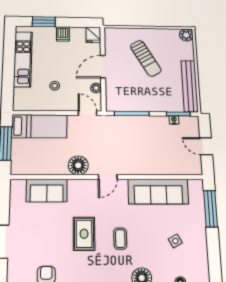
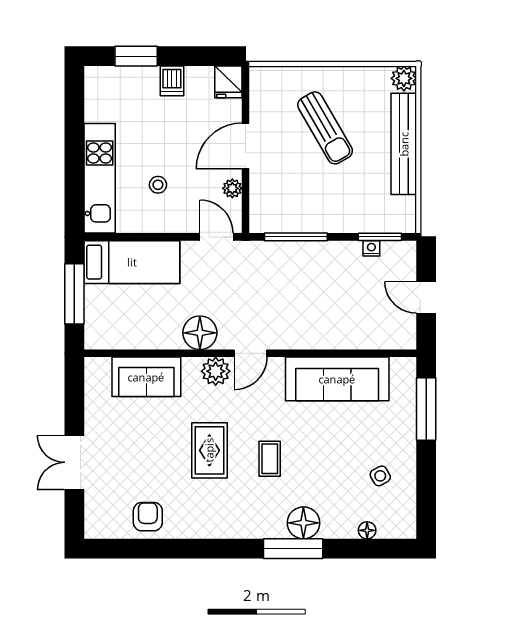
kitchen unit: (23, 59) -> (100, 178), moved
bench: (190, 86) -> (404, 144), moved
plant: (87, 187) -> (216, 371), added
side table: (175, 241) -> (380, 476), moved

